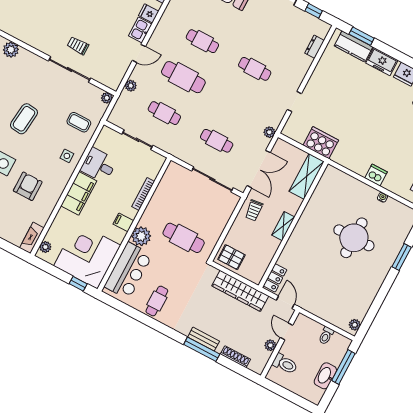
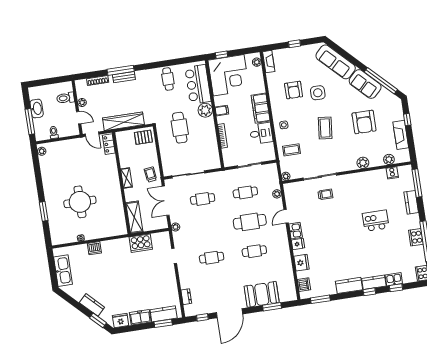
cafe table: (184, 238) -> (180, 128), turned 90

